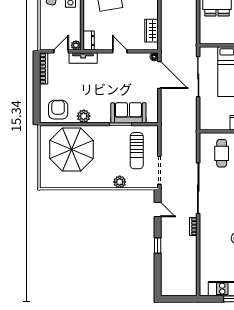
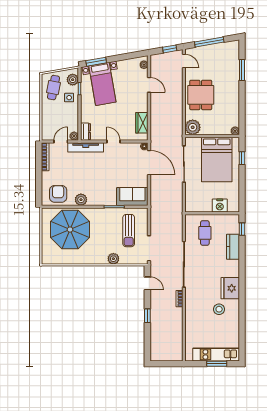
plant: (208, 36) -> (193, 127), added
tv unit: (83, 58) -> (86, 147), width x1.41
sofa: (128, 113) -> (132, 197), moved

